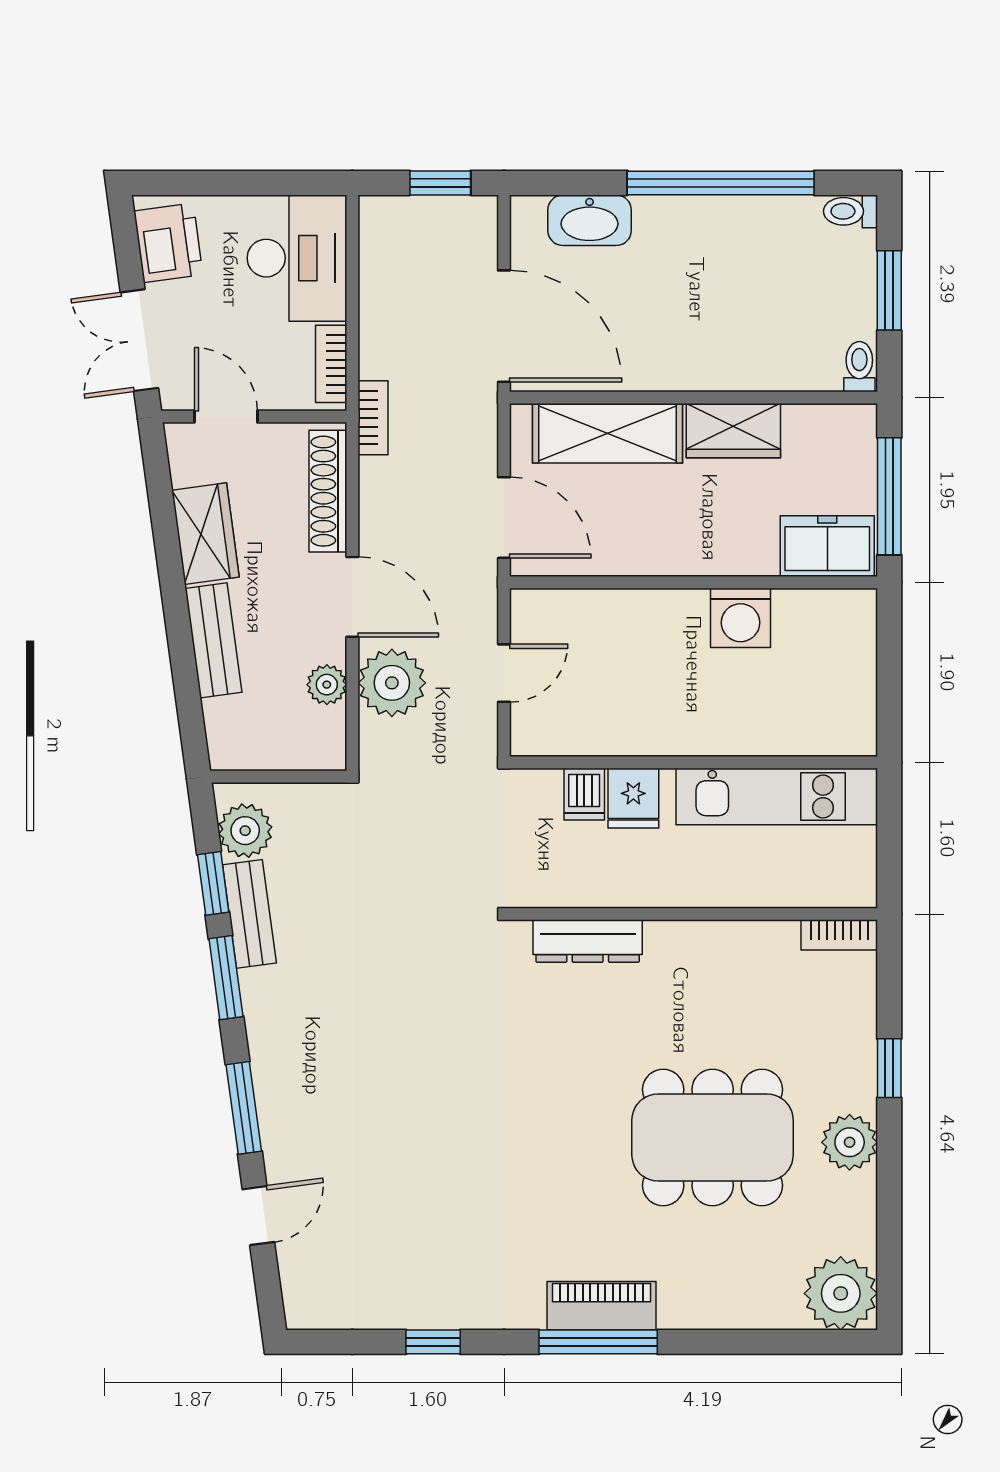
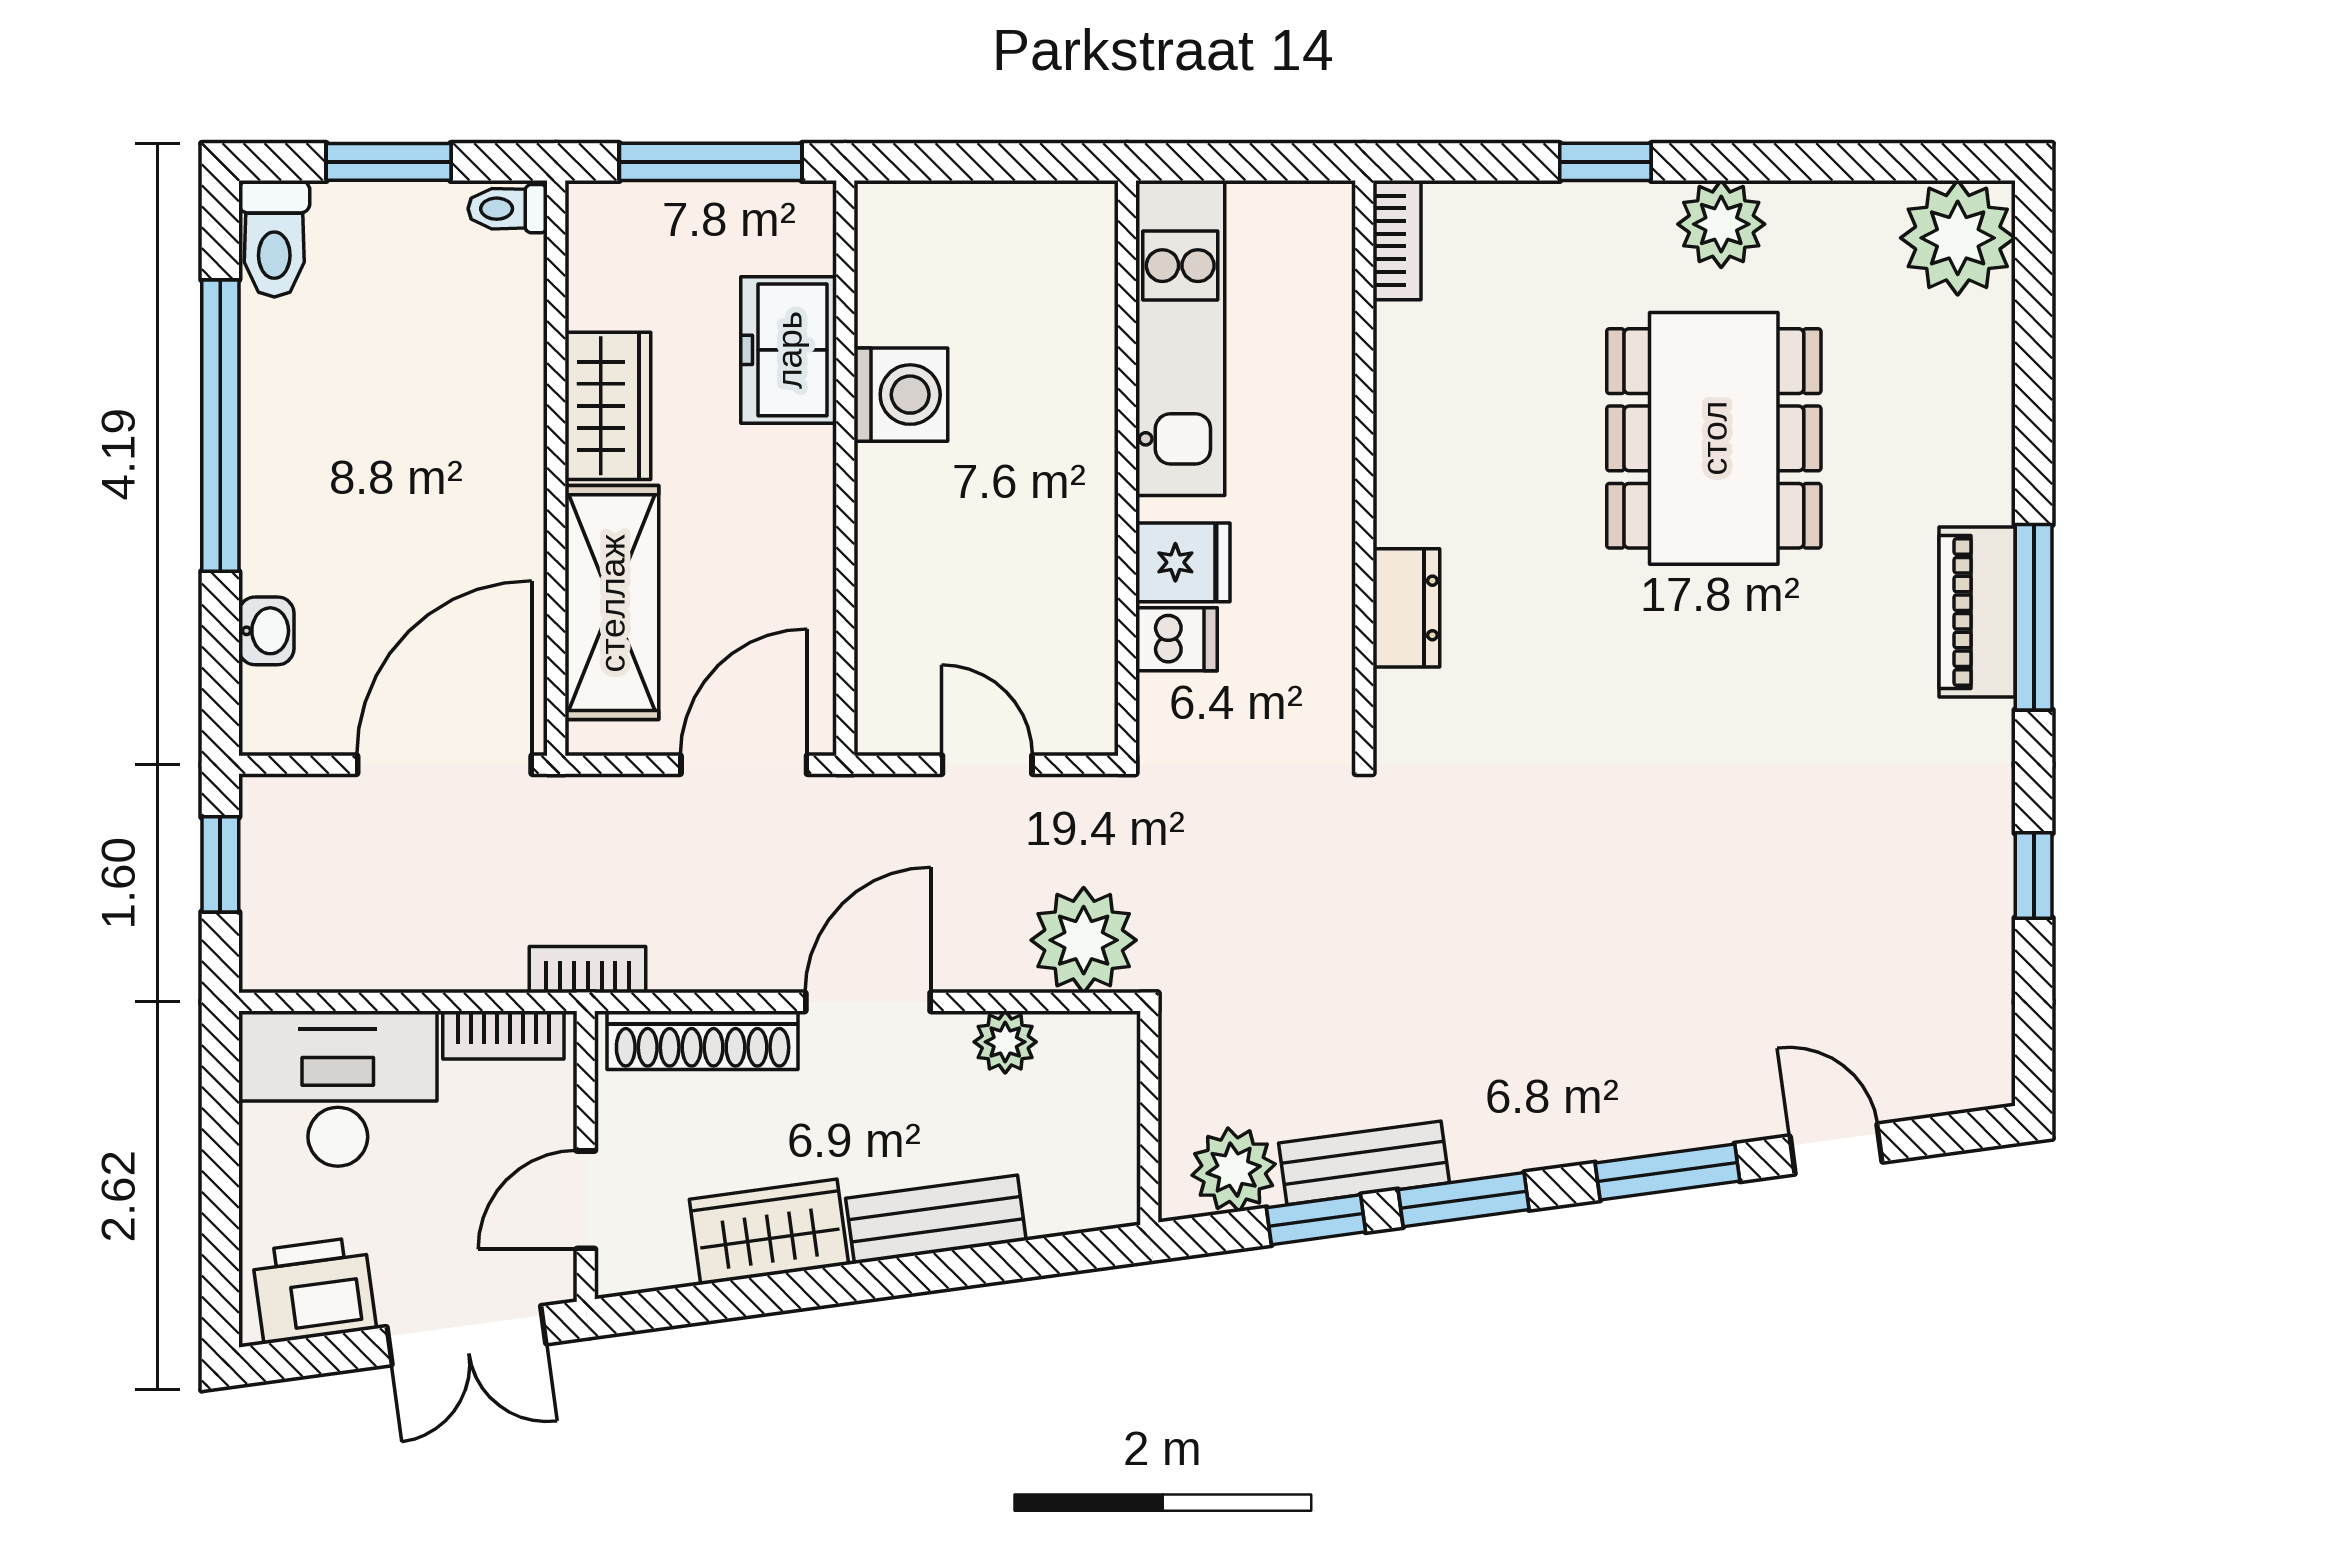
toilet: (850, 211) -> (274, 239), width x1.37, depth x1.39
washbasin: (590, 220) -> (266, 631), width x0.52, depth x0.69
freezer: (827, 546) -> (789, 350), moved
plant: (392, 683) -> (1084, 940), moved
dresser: (588, 941) -> (1406, 608), width x0.70

